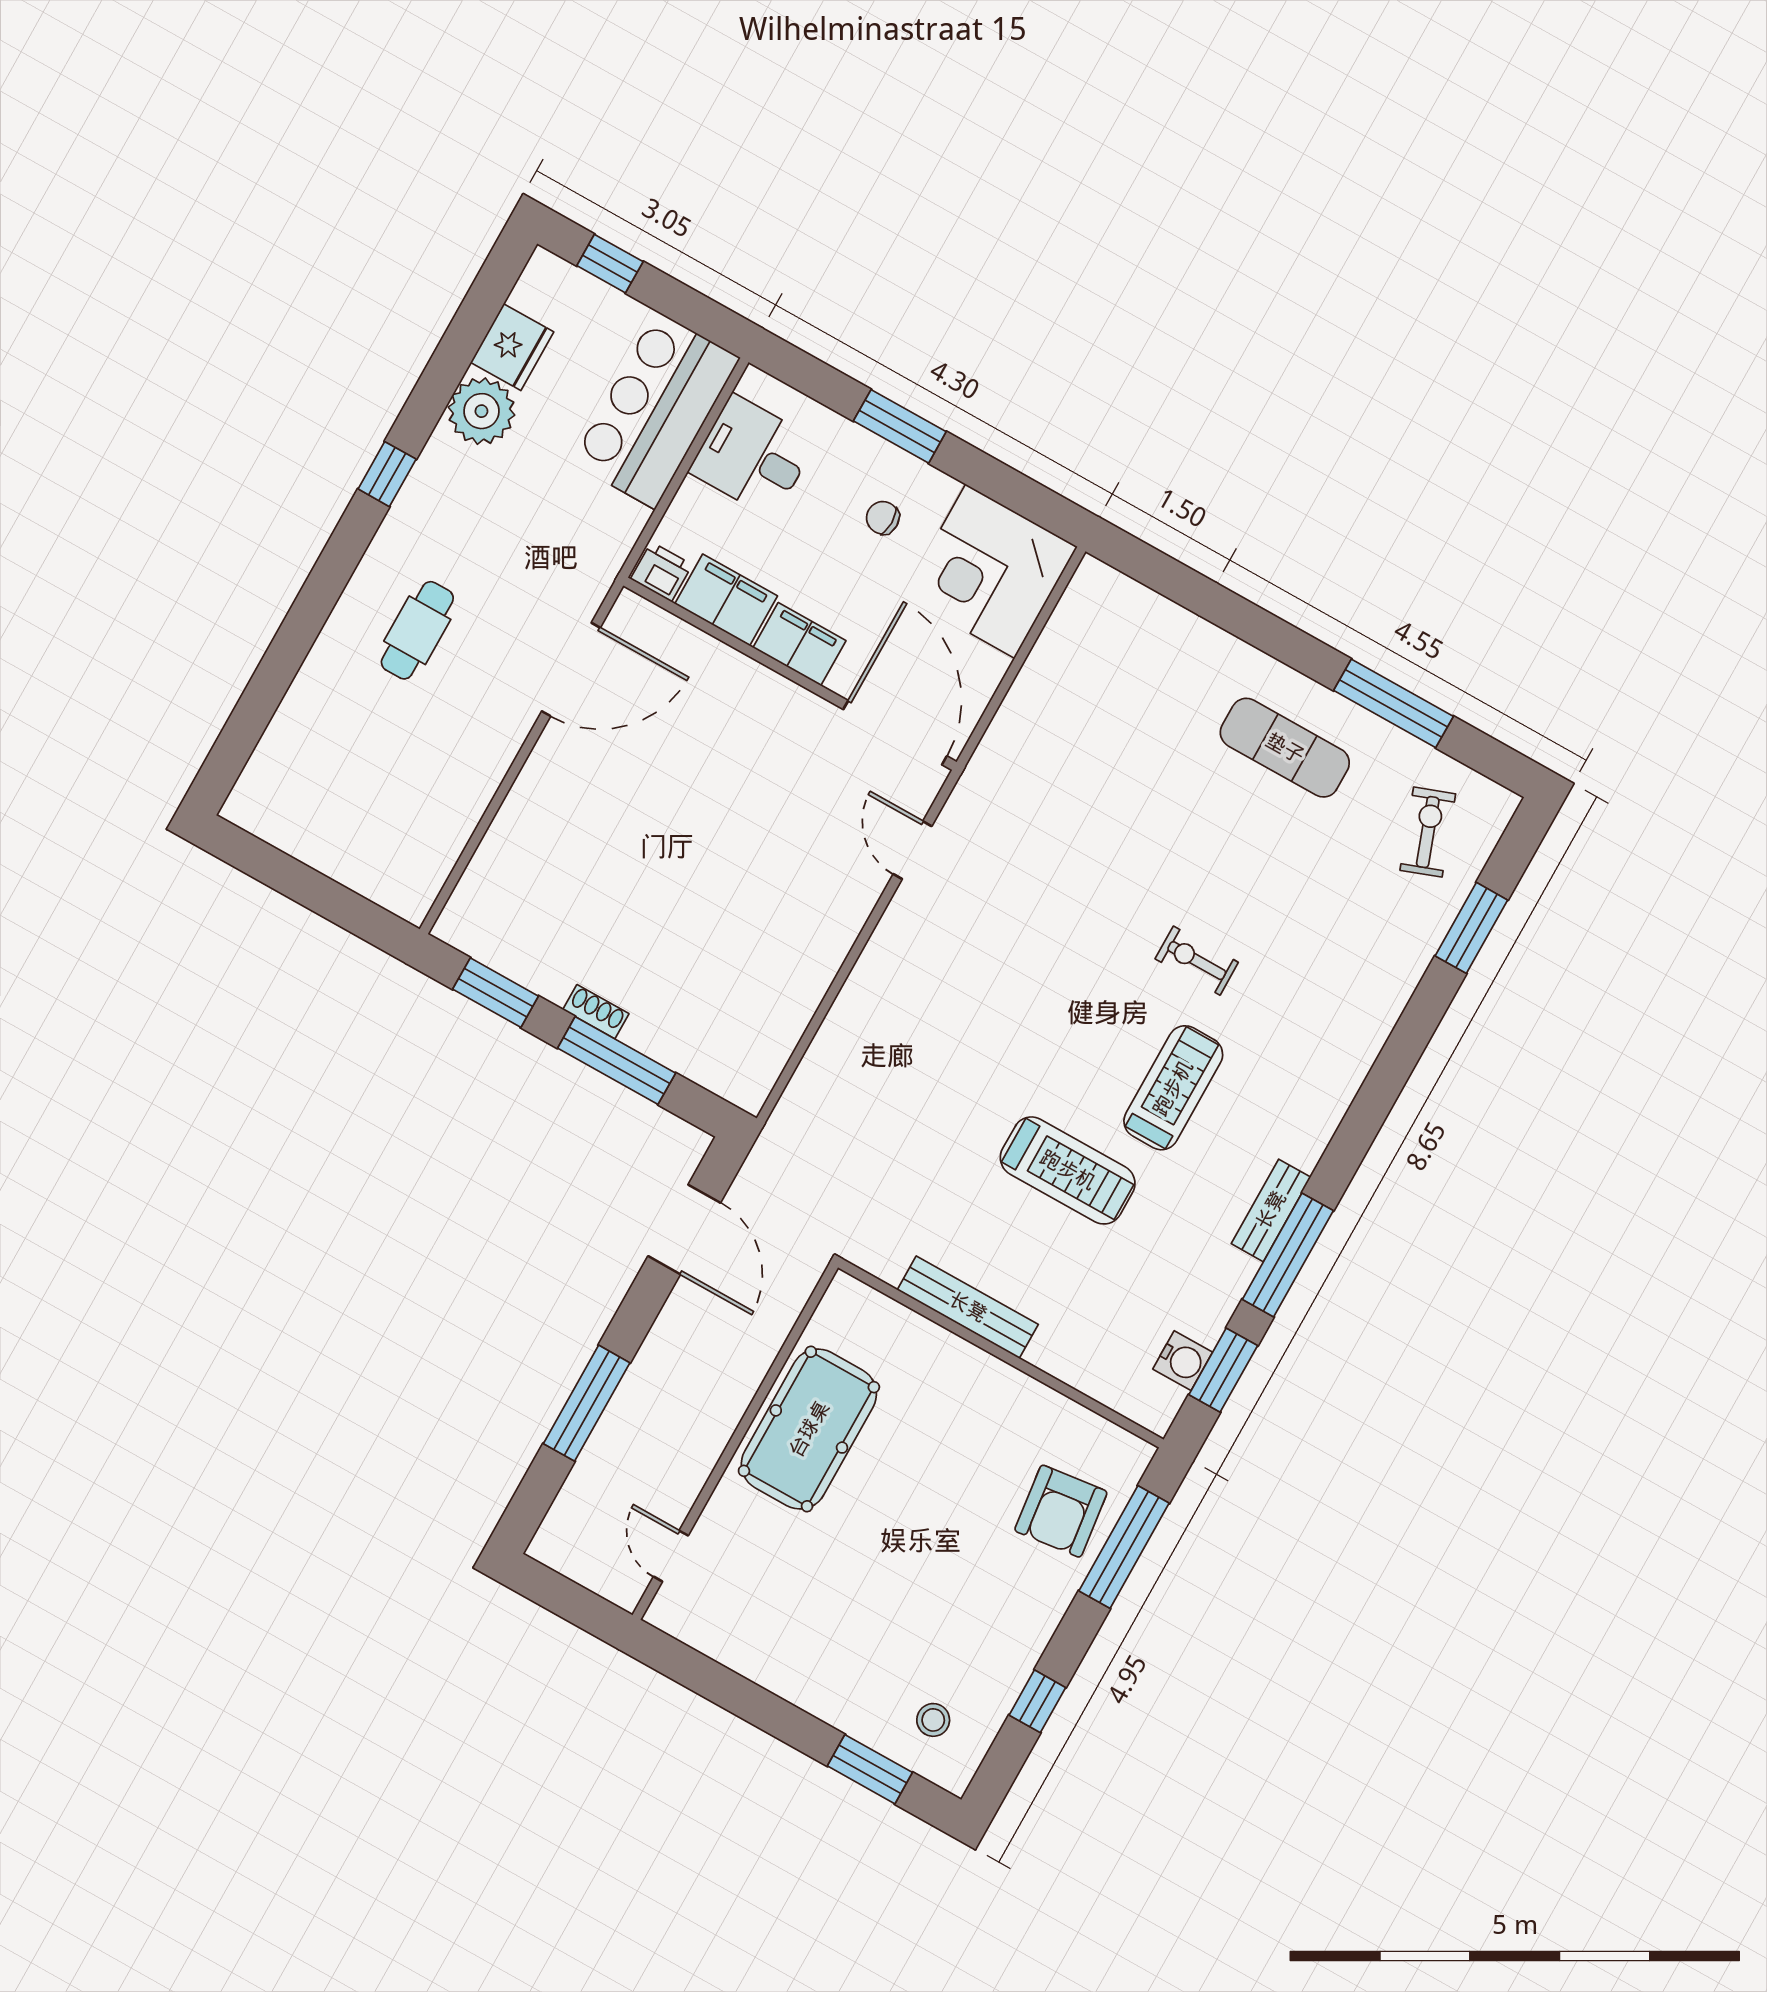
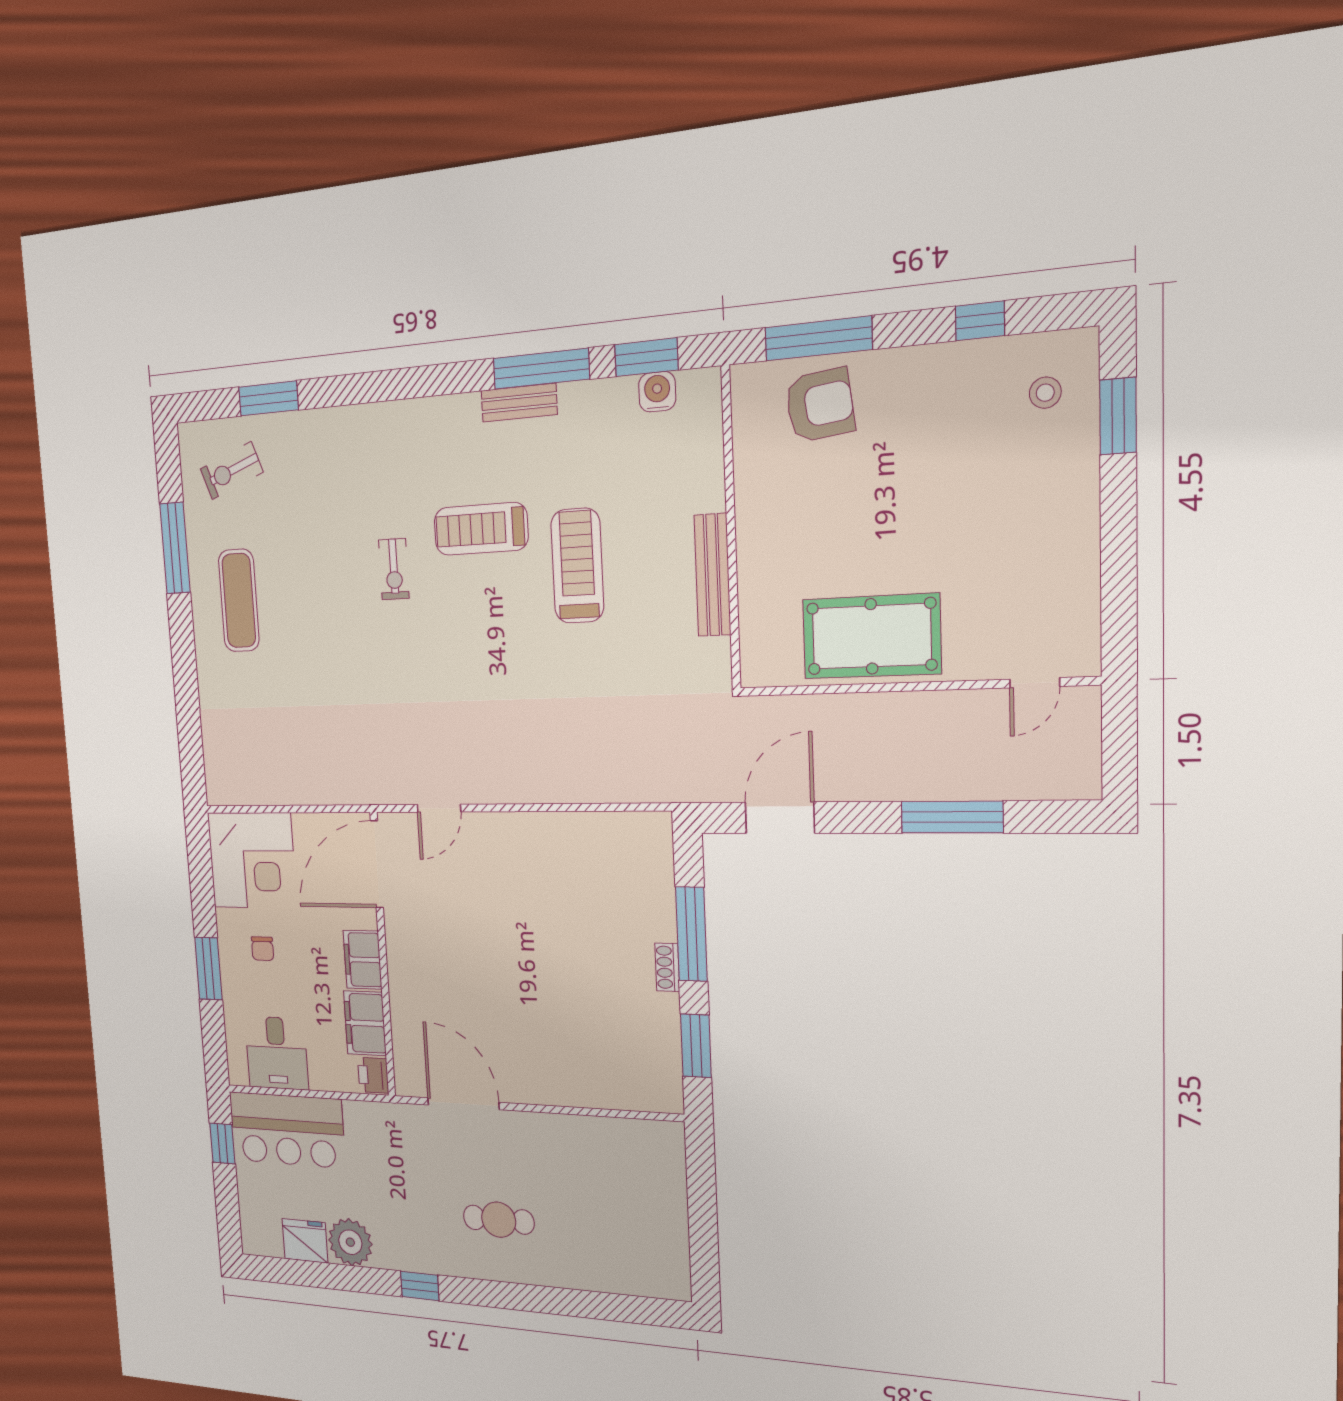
window: (610, 264) -> (222, 1143), moved

